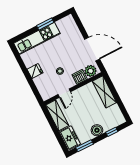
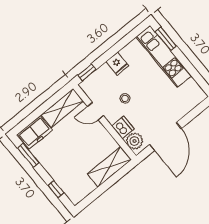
window: (45, 24) -> (166, 39), moved
window: (36, 93) -> (87, 72), added
boiler: (97, 130) -> (54, 168), removed

